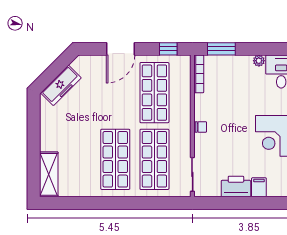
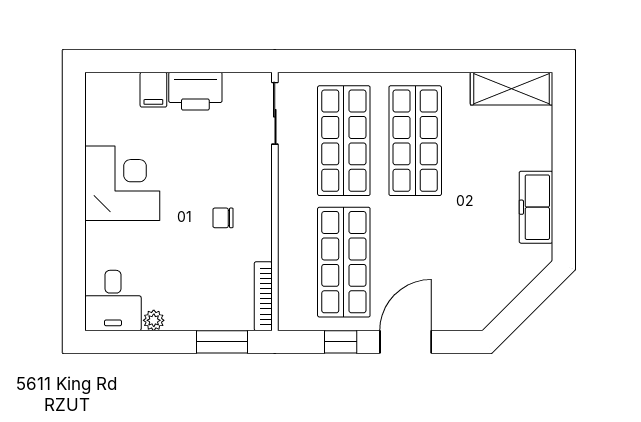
window: (168, 49) -> (341, 342), moved
freezer: (61, 85) -> (536, 207), moved, turned -45
chair: (201, 127) -> (223, 218), moved
shelving: (49, 174) -> (512, 89), moved, turned 90

